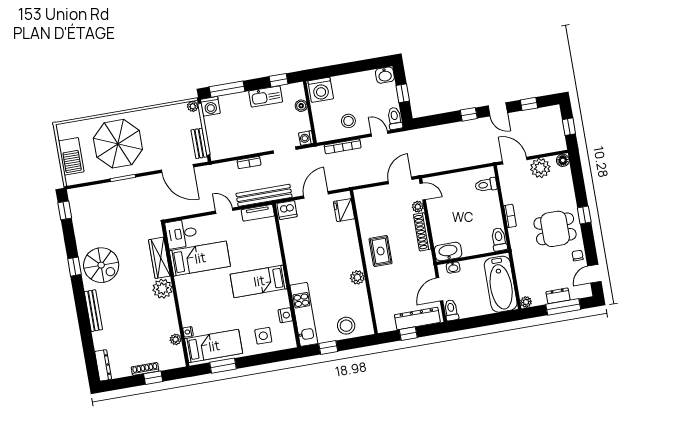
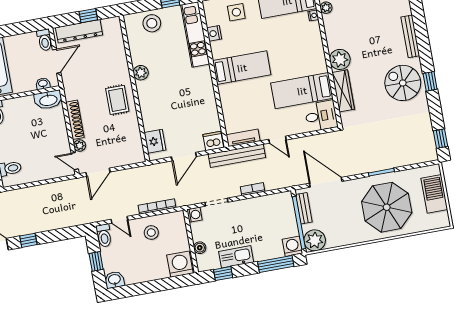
plant: (193, 106) -> (315, 240), width x1.88, depth x1.88

